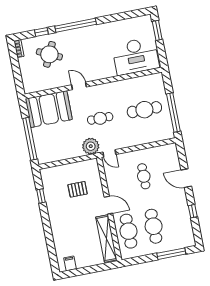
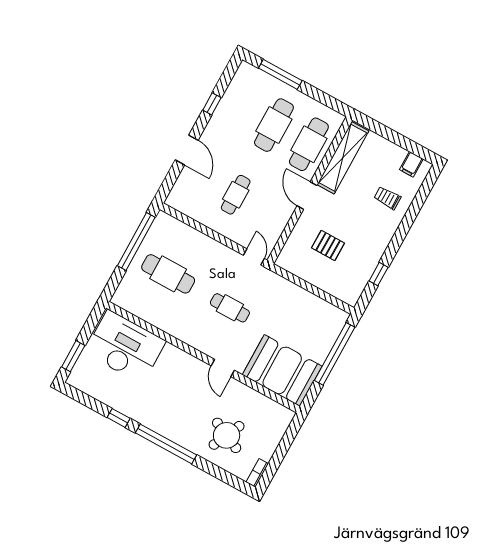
window: (41, 32) -> (119, 418), moved
plant: (91, 146) -> (269, 284), removed
trolley: (68, 237) -> (387, 198), added

